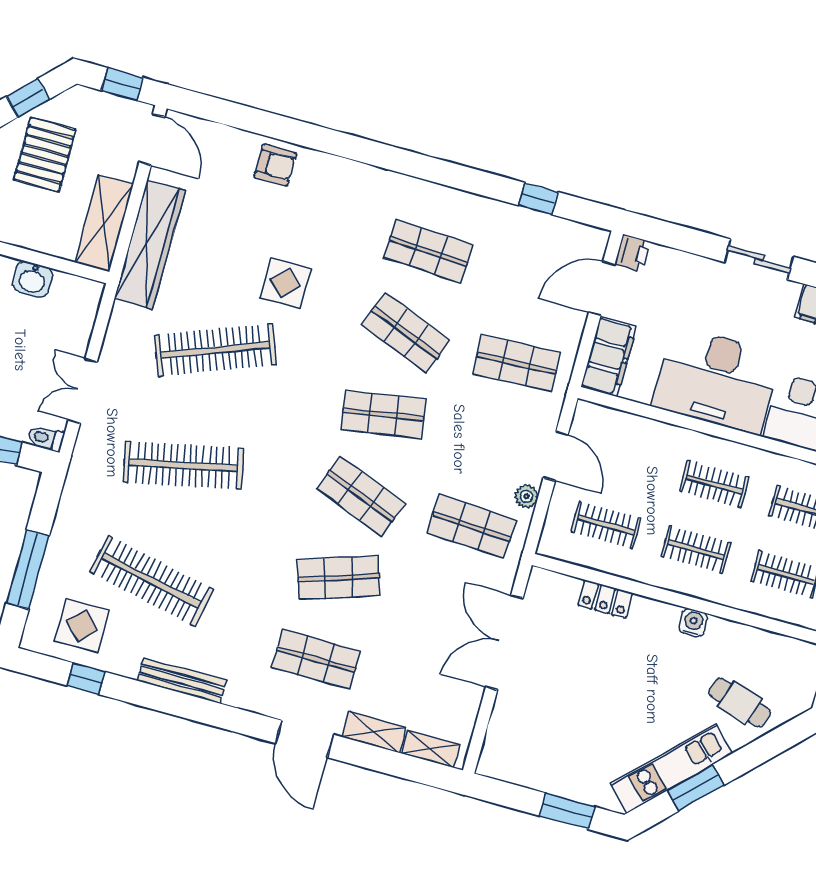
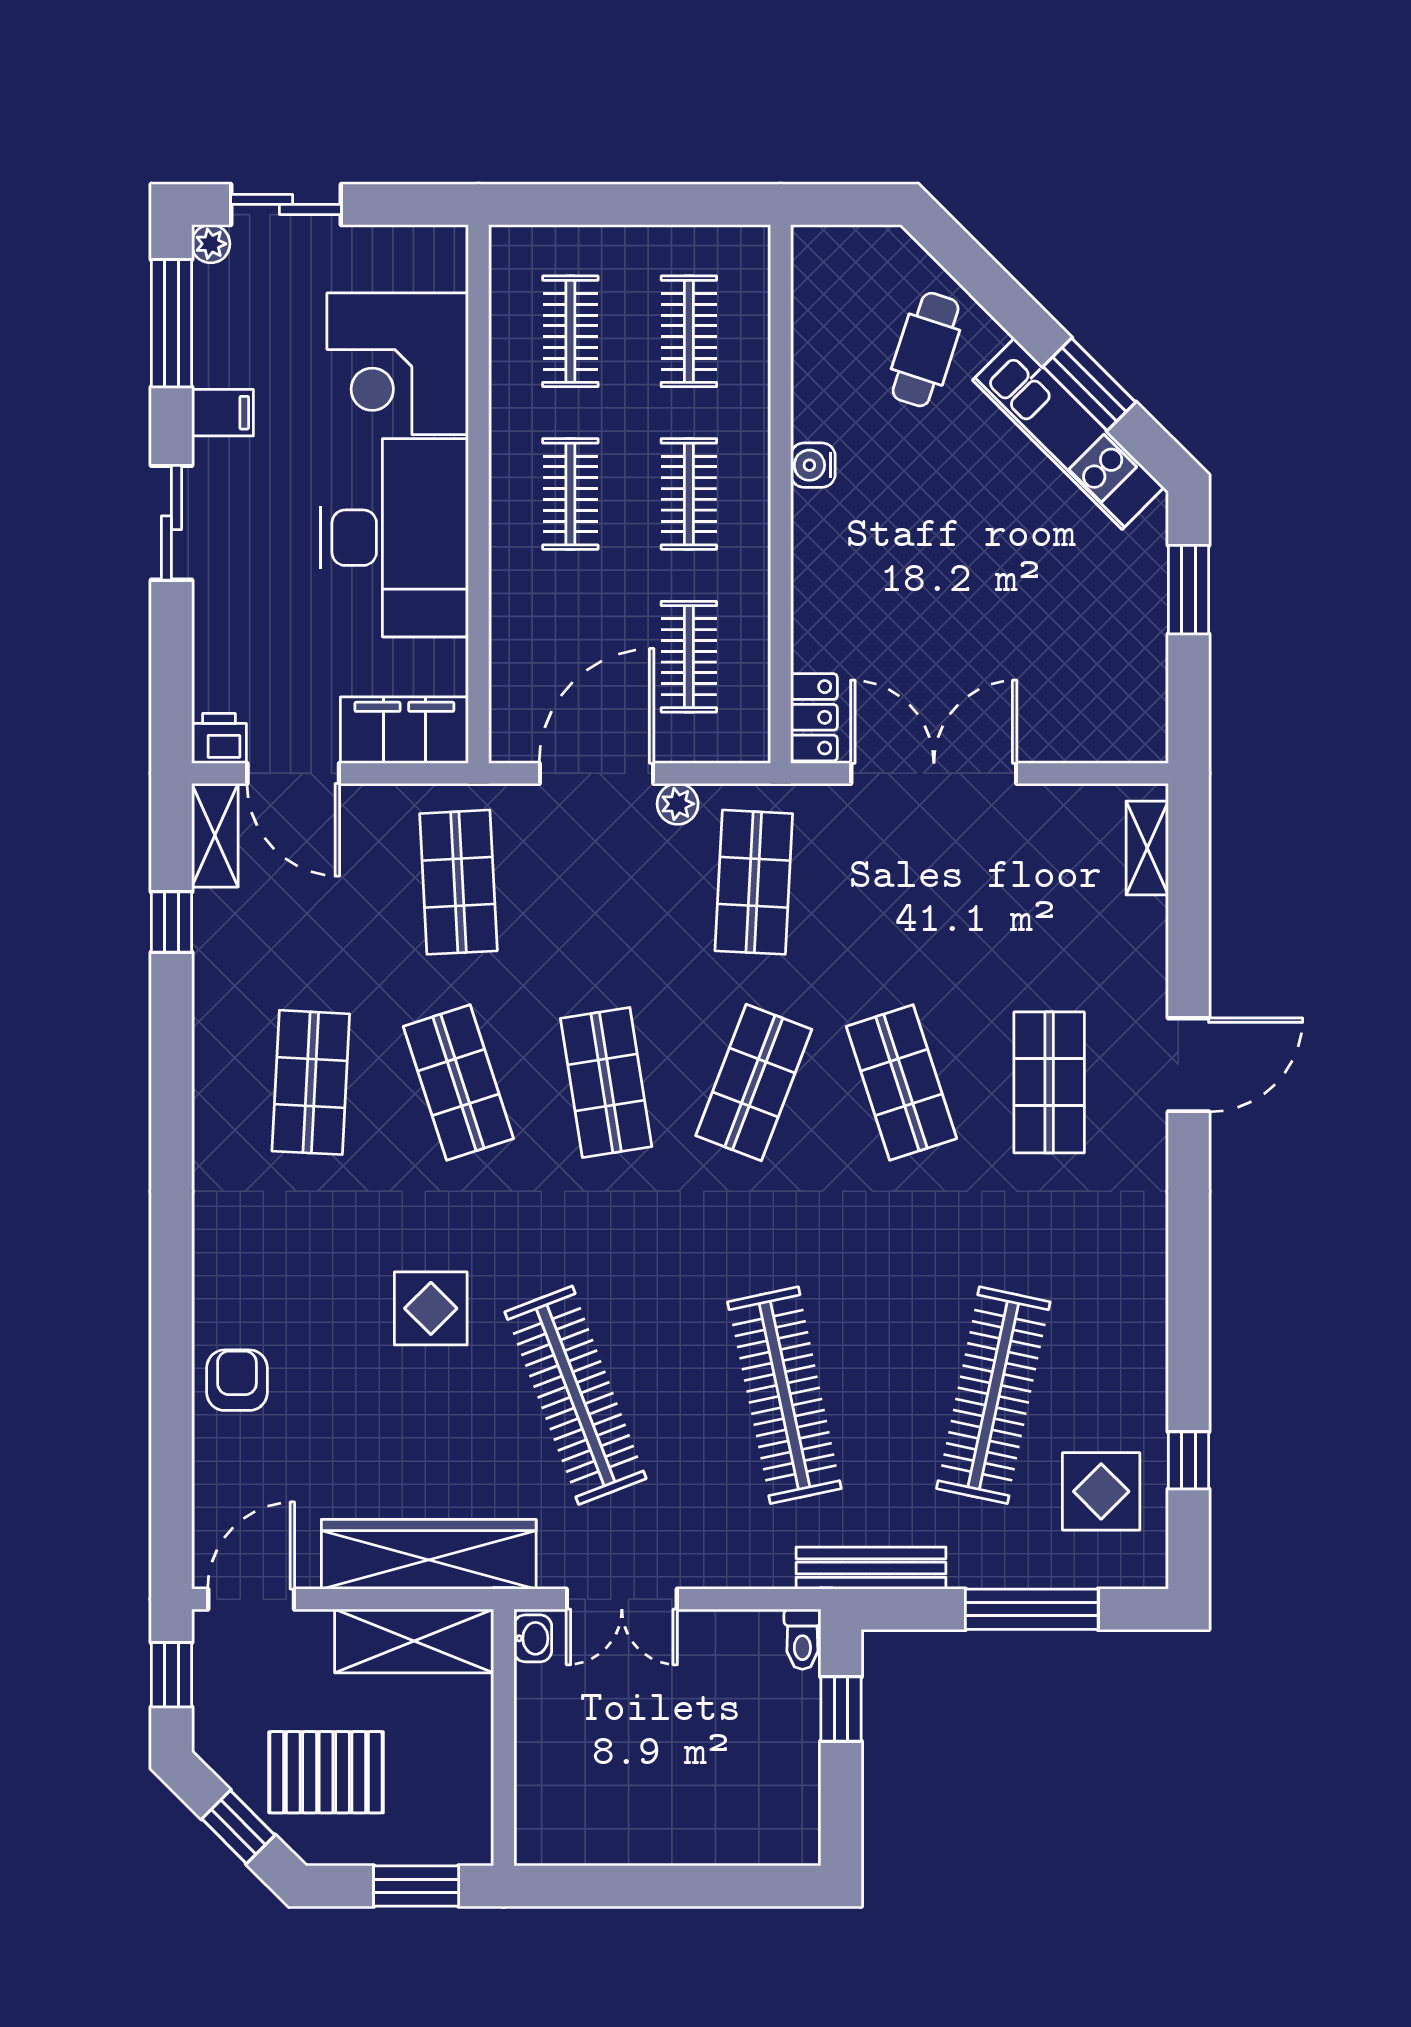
washbasin: (33, 279) -> (533, 1638), moved, width x0.72, depth x0.69
shop shelf: (406, 333) -> (458, 1082), turned -39
double door: (83, 391) -> (622, 1599), moved
door: (556, 456) -> (597, 773), width x1.36
locker: (605, 599) -> (814, 717), moved
double door: (504, 642) -> (934, 773), swing flipped
bench: (182, 681) -> (871, 1568), moved, turned 90
shelving: (374, 732) -> (215, 835), moved

